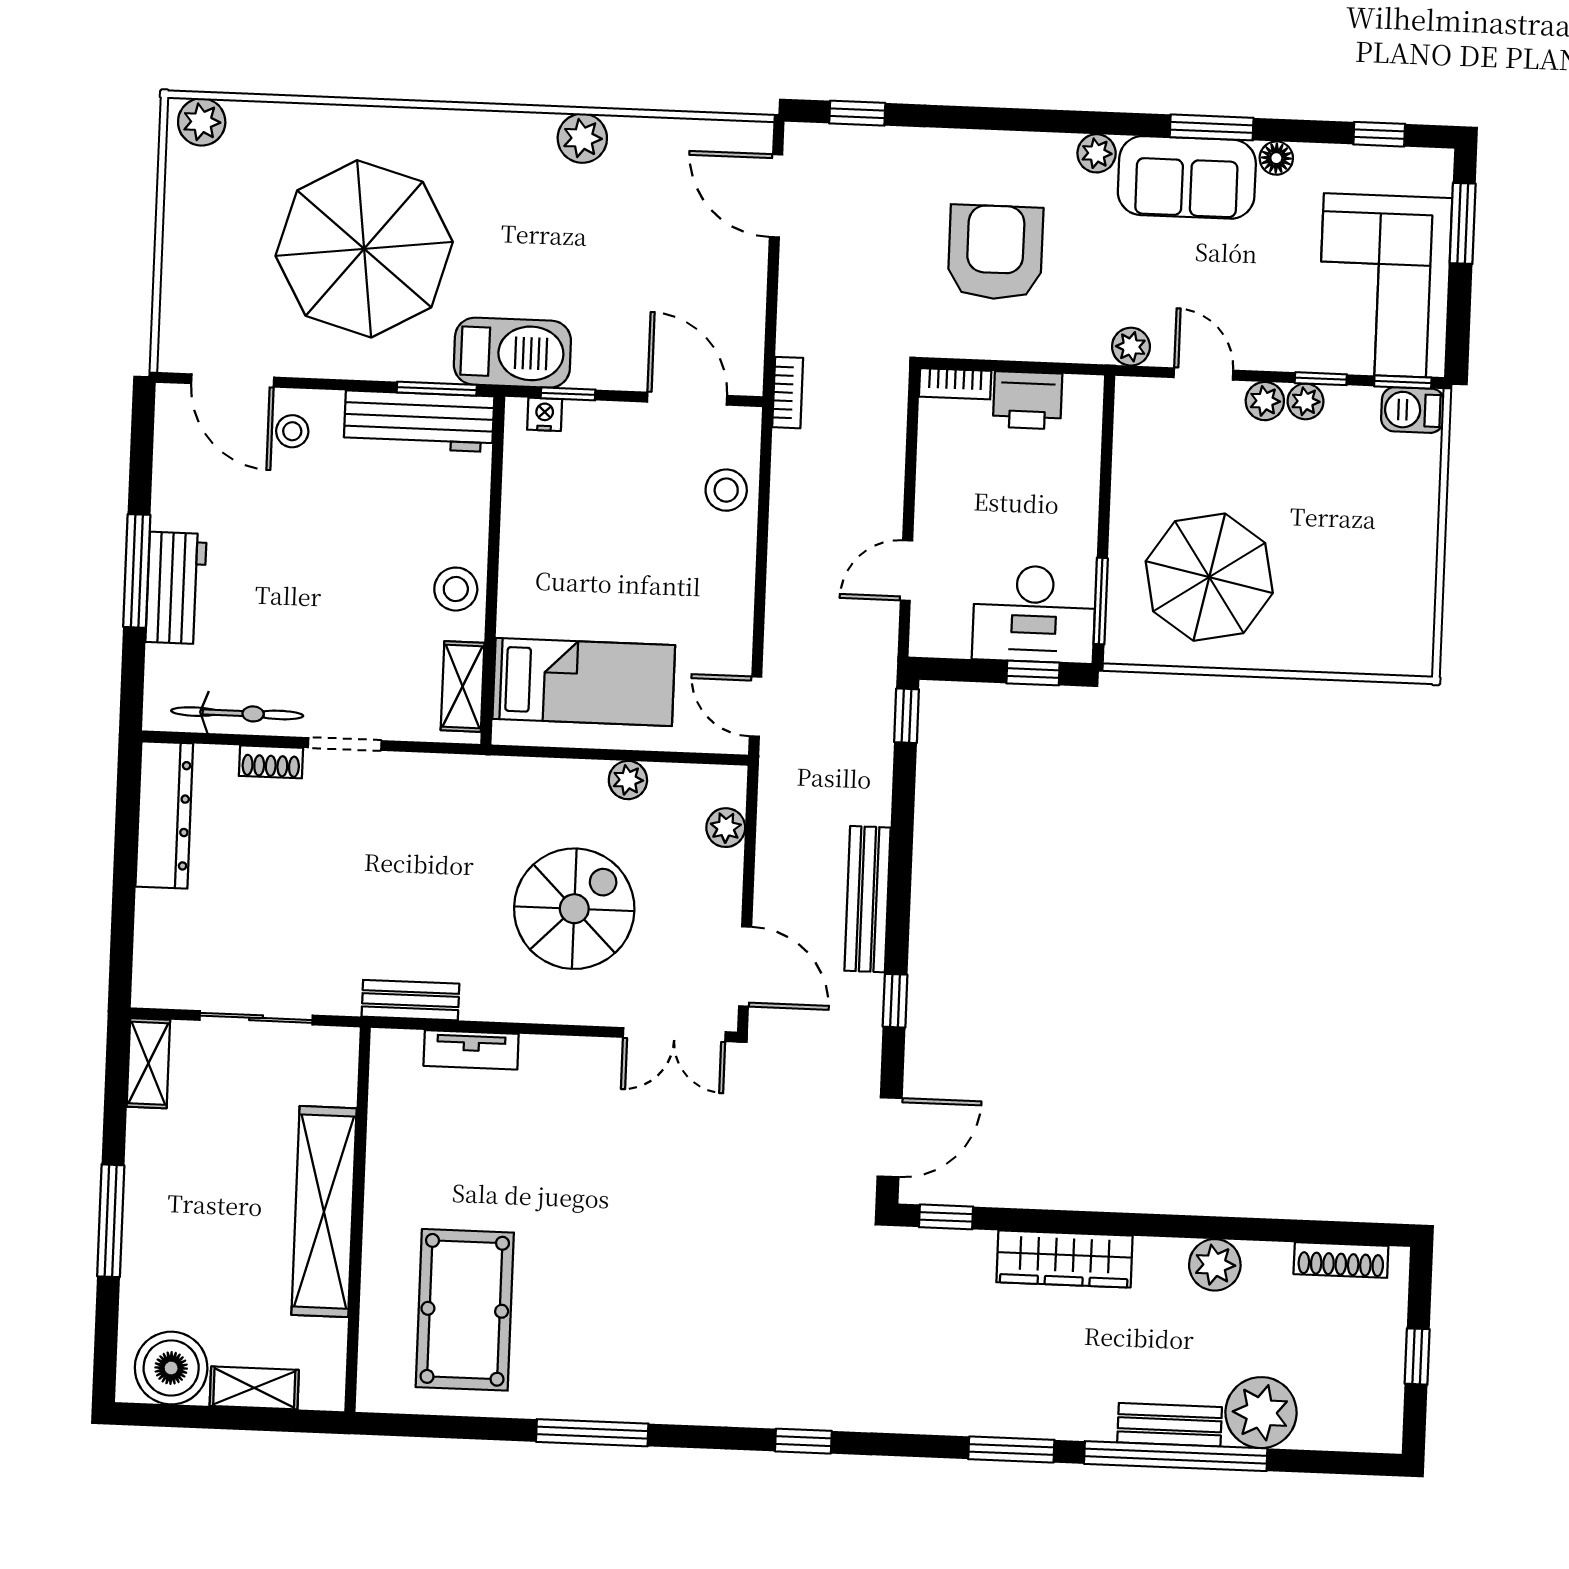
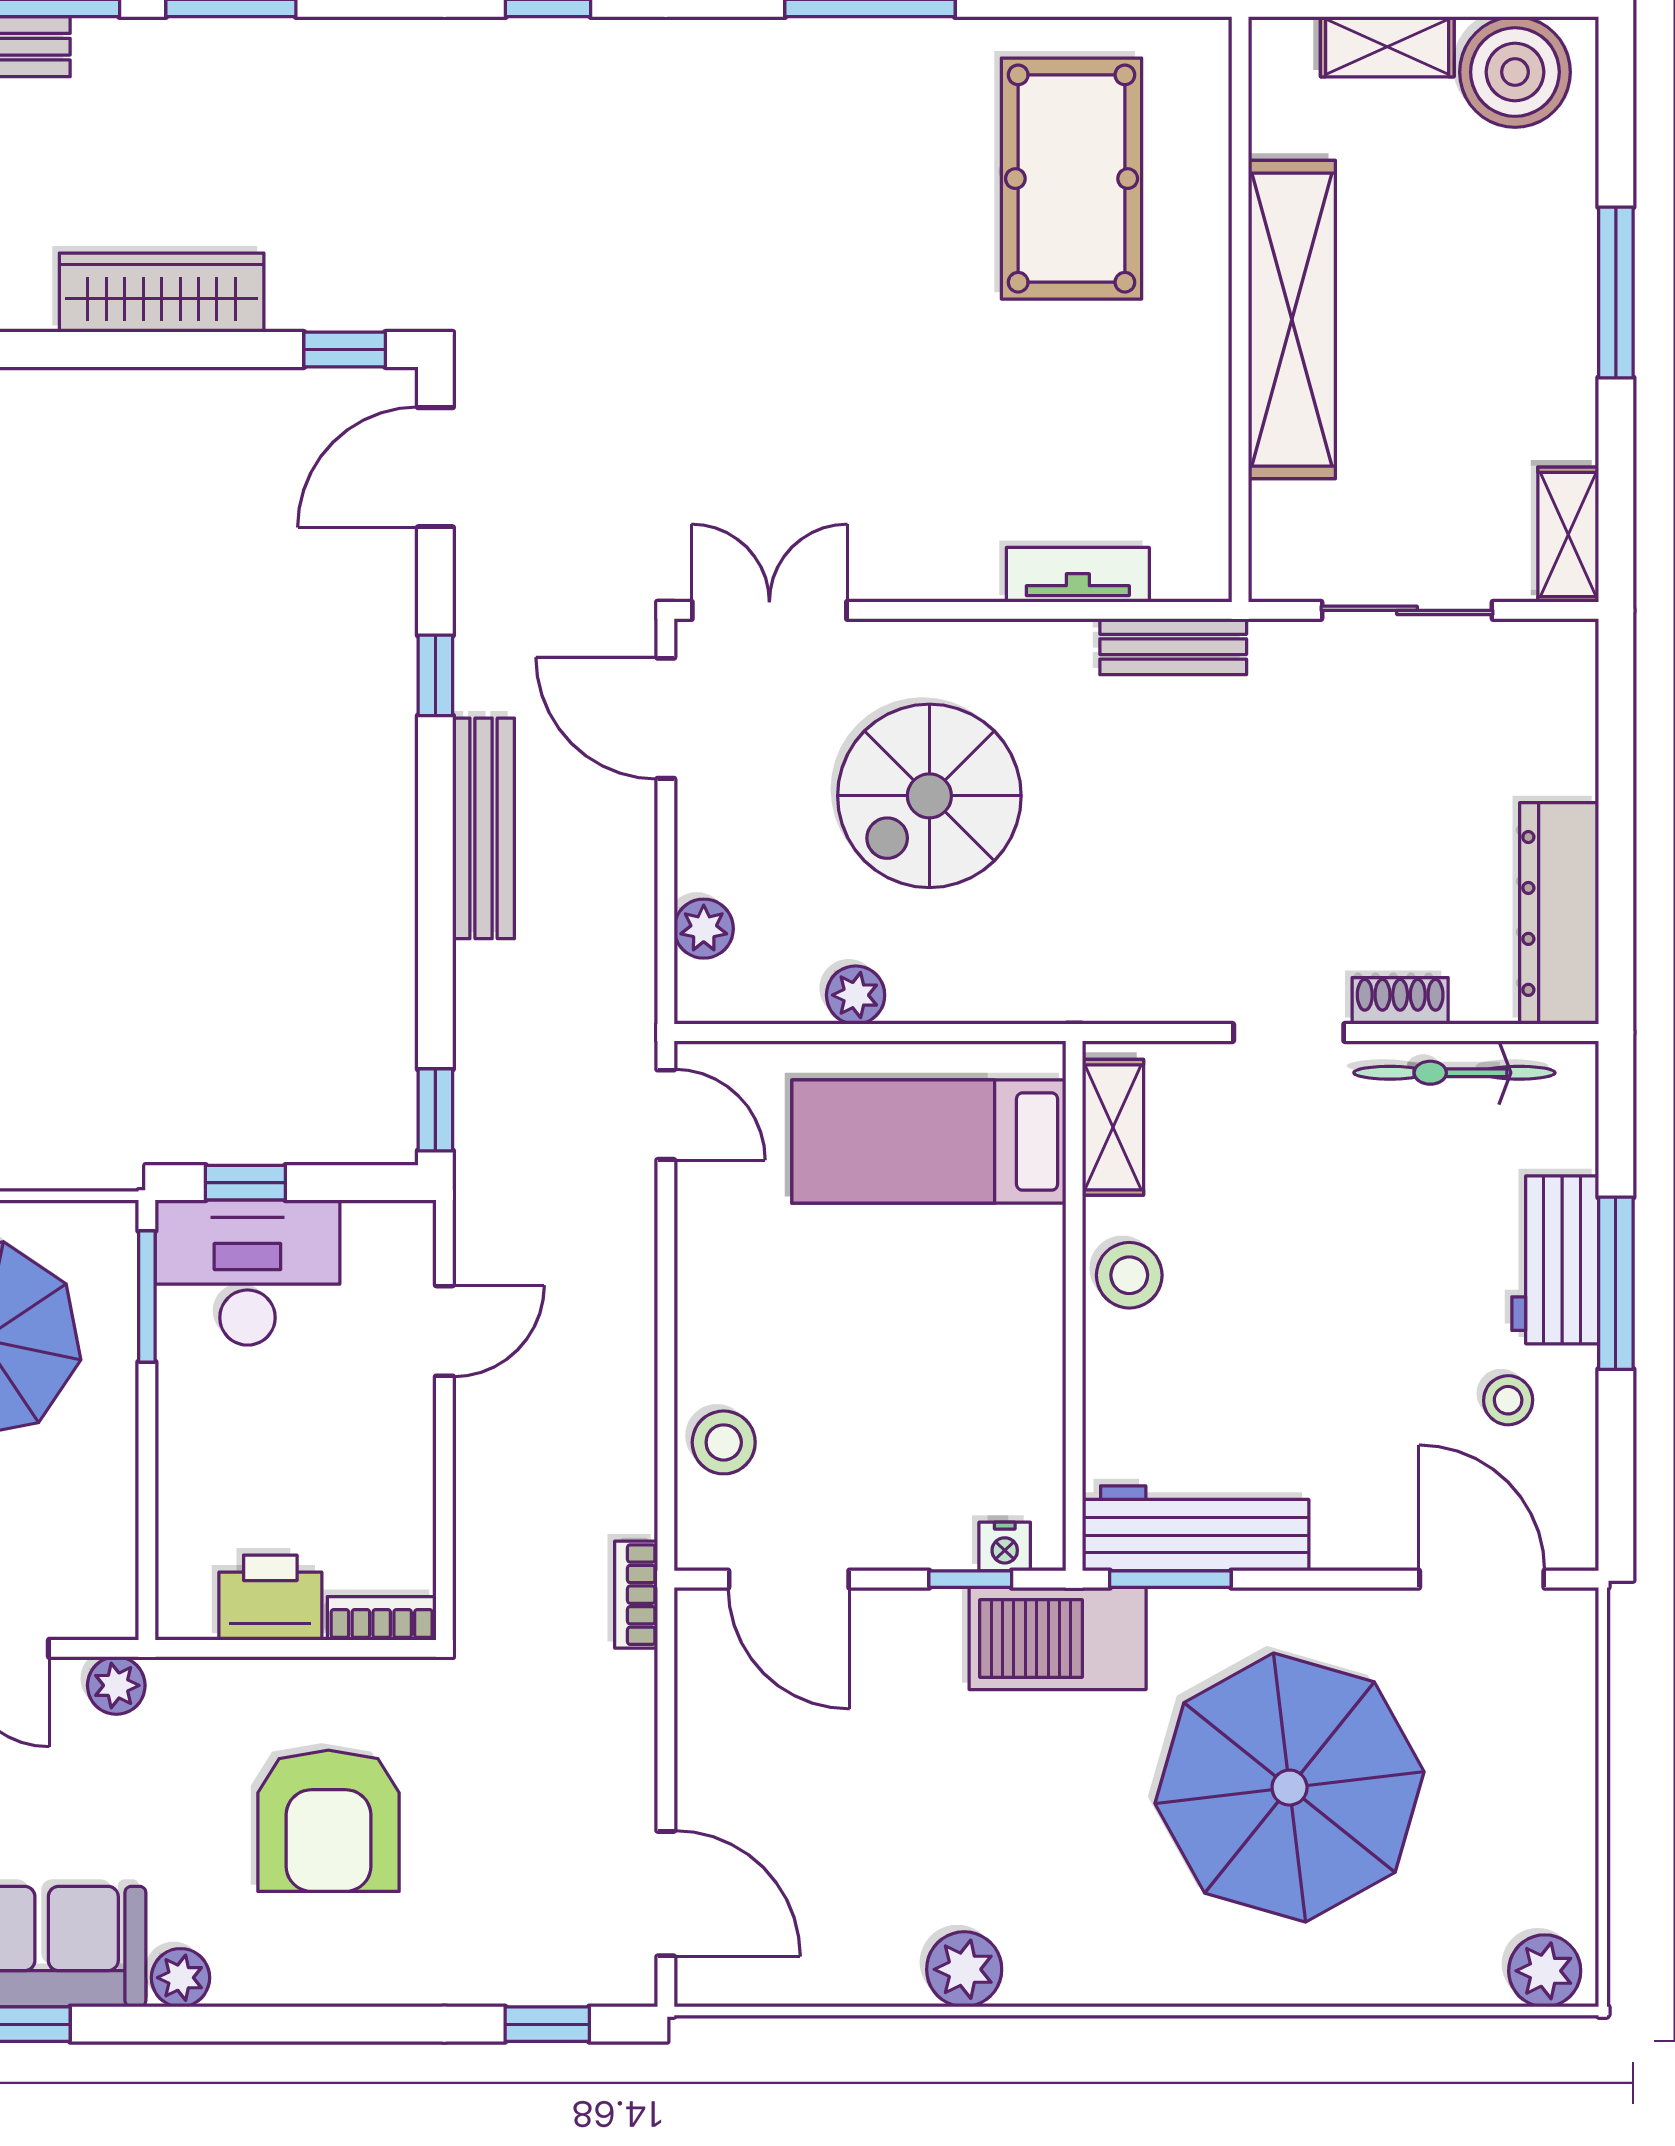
stool: (292, 431) -> (1508, 1400), moved

